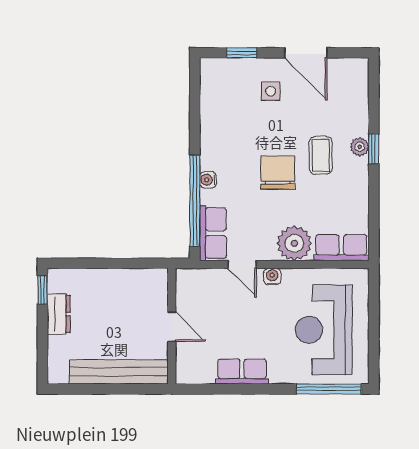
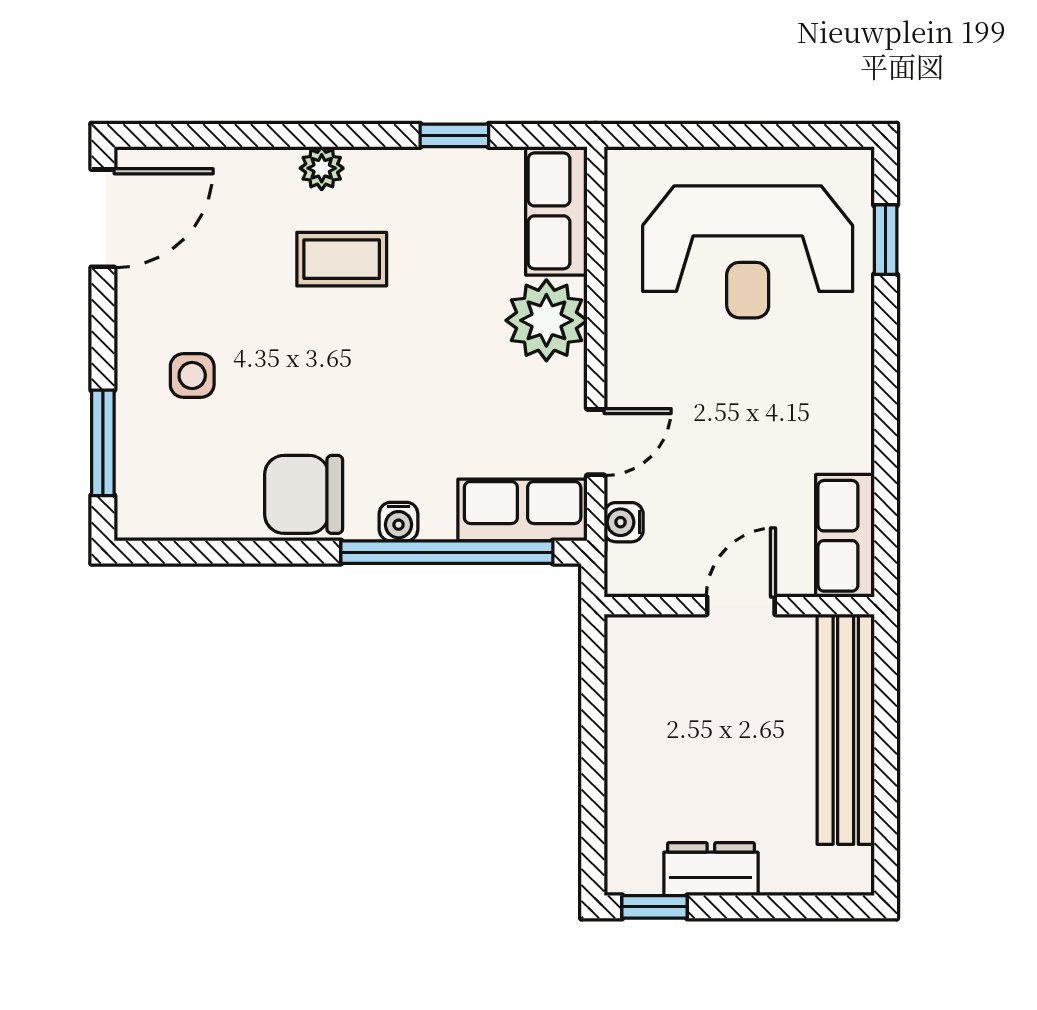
window: (242, 53) -> (103, 443), width x1.50
door: (306, 53) -> (103, 218), moved
window: (374, 149) -> (454, 135), moved
chair: (278, 173) -> (304, 494), moved
water cooler: (272, 276) -> (624, 522), moved
row of seats: (242, 372) -> (845, 536), moved
window: (329, 389) -> (886, 240), width x0.46

